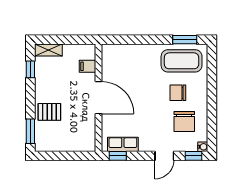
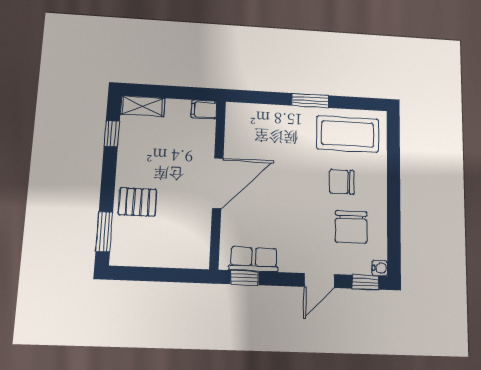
window: (185, 40) -> (310, 100), moved
filing cabinet: (88, 66) -> (204, 110), moved
door: (99, 98) -> (218, 183), hinge flipped

